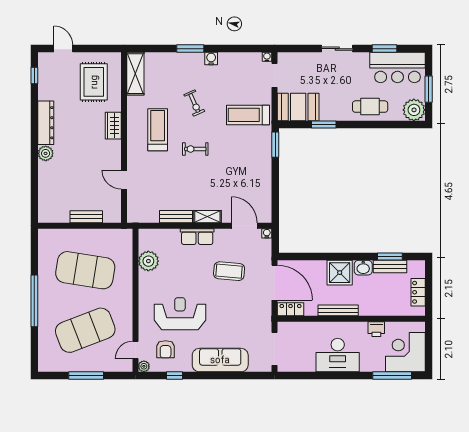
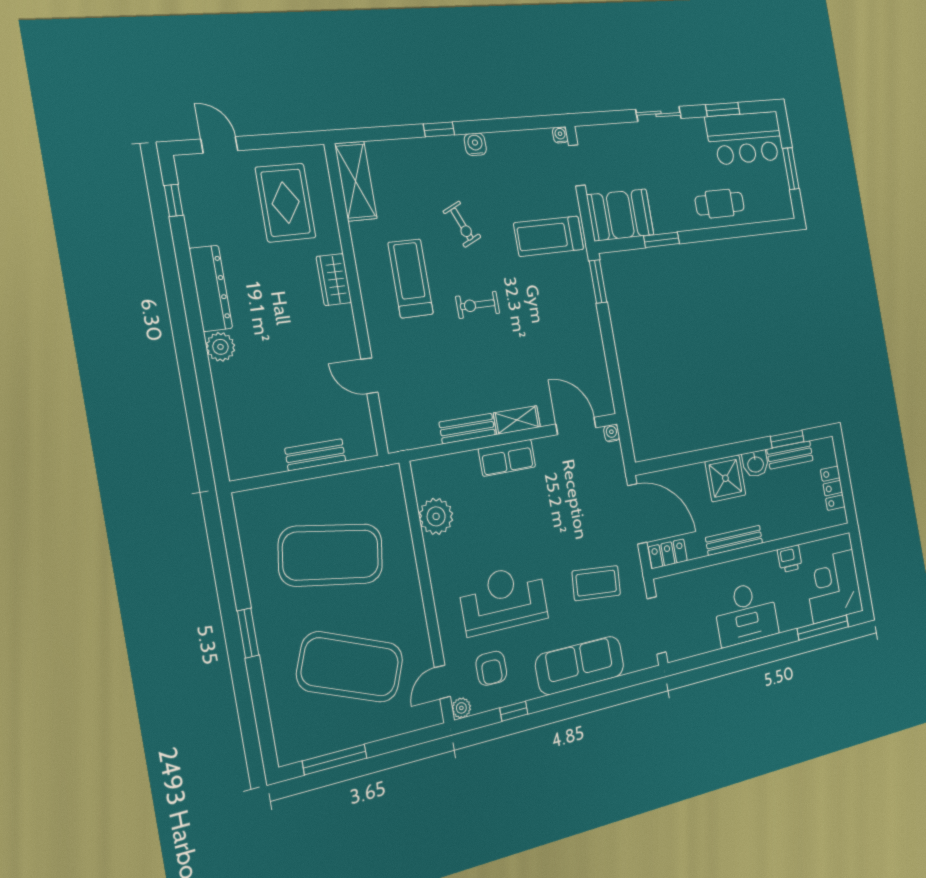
window: (190, 49) -> (439, 129), width x0.67
plant: (414, 110) -> (778, 203), removed
coffee table: (229, 271) -> (596, 583), moved
window: (34, 301) -> (248, 633), width x0.47
exercise mat: (85, 330) -> (350, 667), turned 42
window: (86, 375) -> (335, 760), moved

